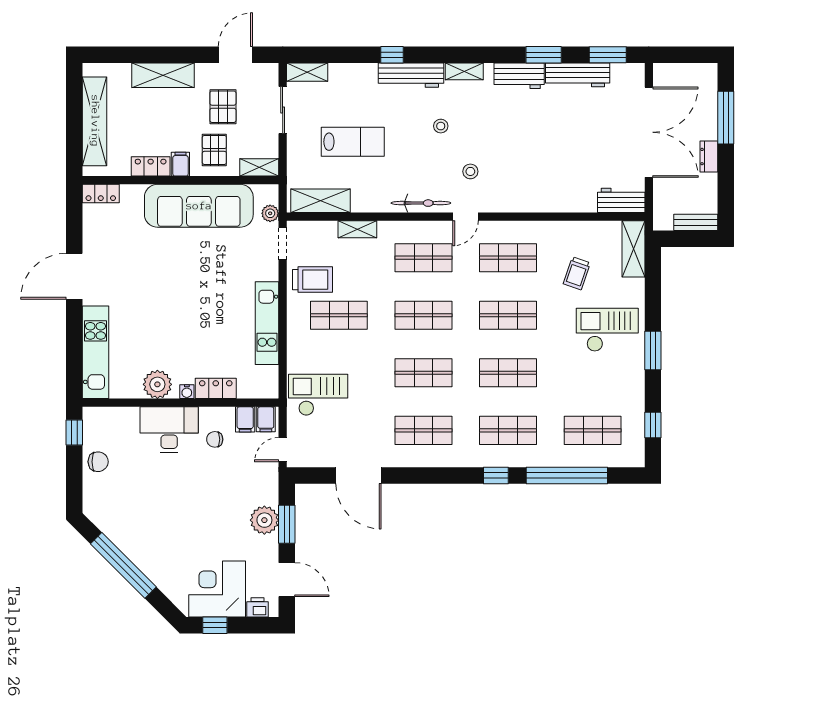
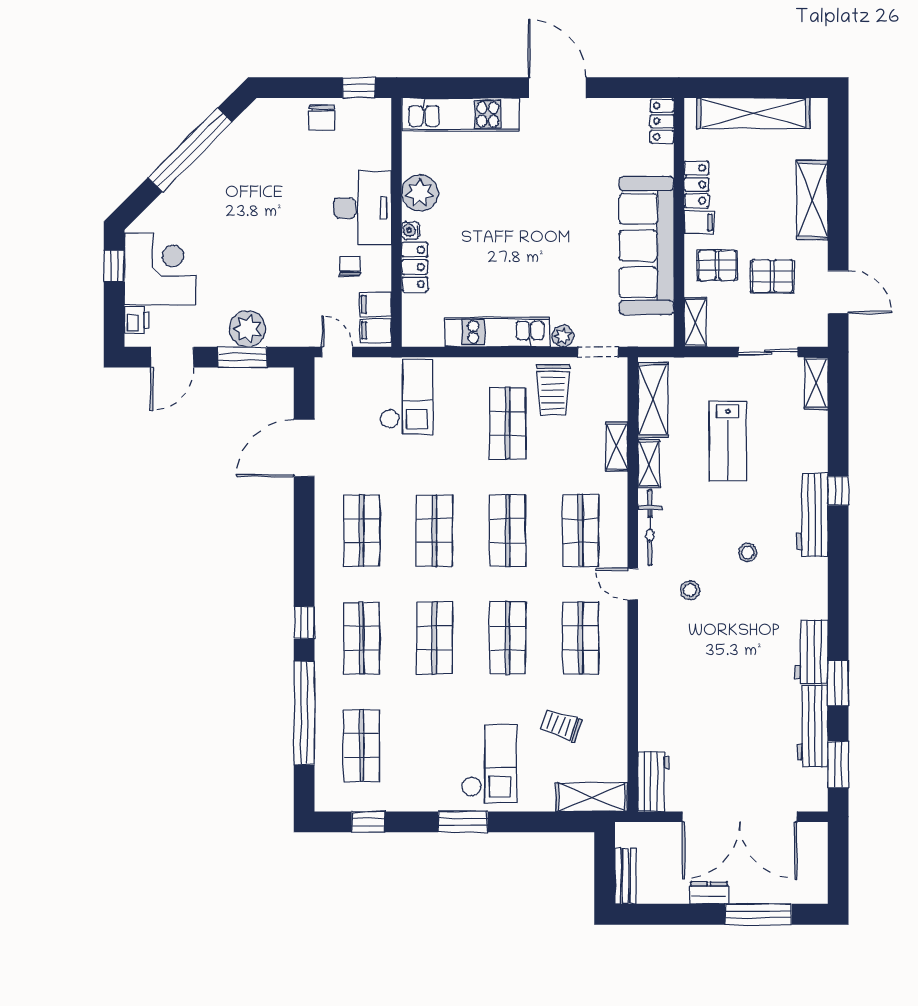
shelving: (464, 71) -> (649, 464), moved
plant: (270, 213) -> (563, 336), moved

